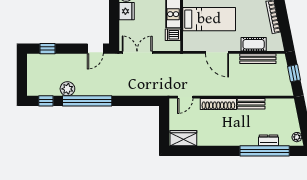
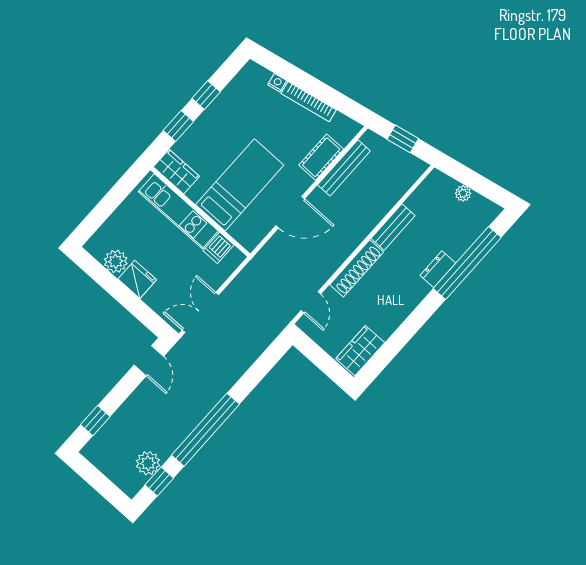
plant: (67, 89) -> (148, 463), moved
plant: (297, 137) -> (463, 193), moved
dresser: (268, 140) -> (438, 269), moved

